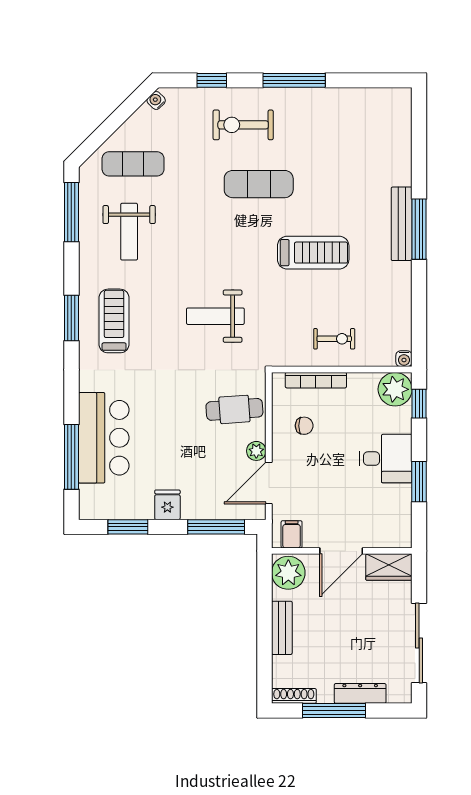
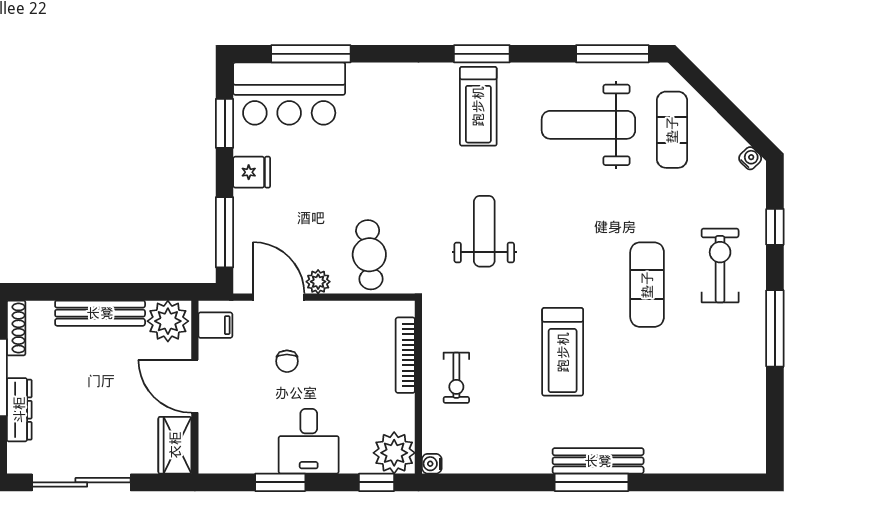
weight bench: (129, 232) -> (588, 125), width x1.36, depth x1.33
treadmill: (114, 321) -> (478, 106), turned 90
chair: (304, 426) -> (287, 361), moved
bar counter: (104, 438) -> (289, 94), moved
bench: (282, 628) -> (100, 313), width x1.36

